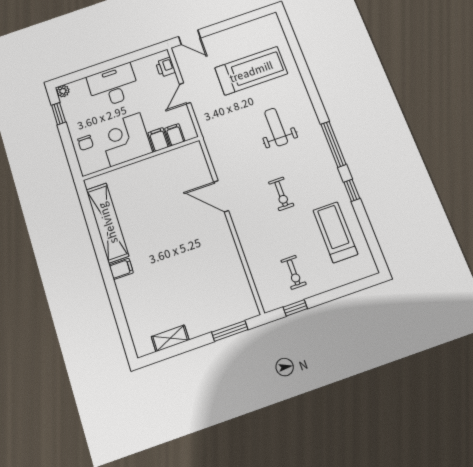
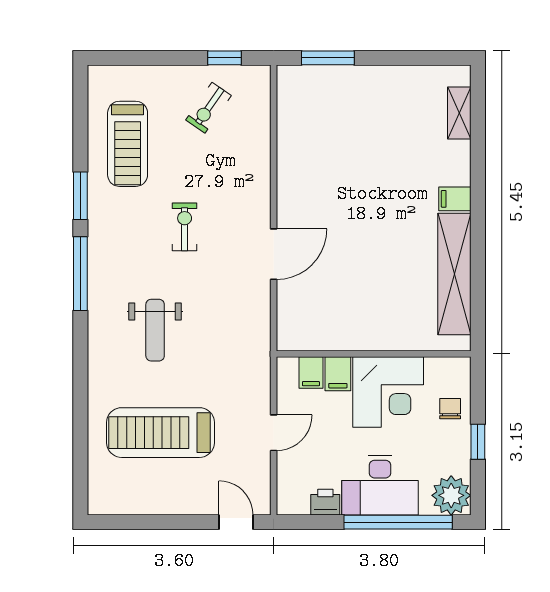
printer: (166, 67) -> (325, 502), moved, turned -90
window: (96, 69) -> (398, 522), added
plant: (63, 91) -> (451, 495), width x1.88, depth x1.88
window: (59, 114) -> (478, 442), moved
window: (352, 190) -> (80, 196), width x1.50
door: (221, 196) -> (274, 254), hinge flipped
exercise bike: (294, 272) -> (208, 108), turned -145
shelving: (170, 338) -> (459, 113), moved, turned 90

